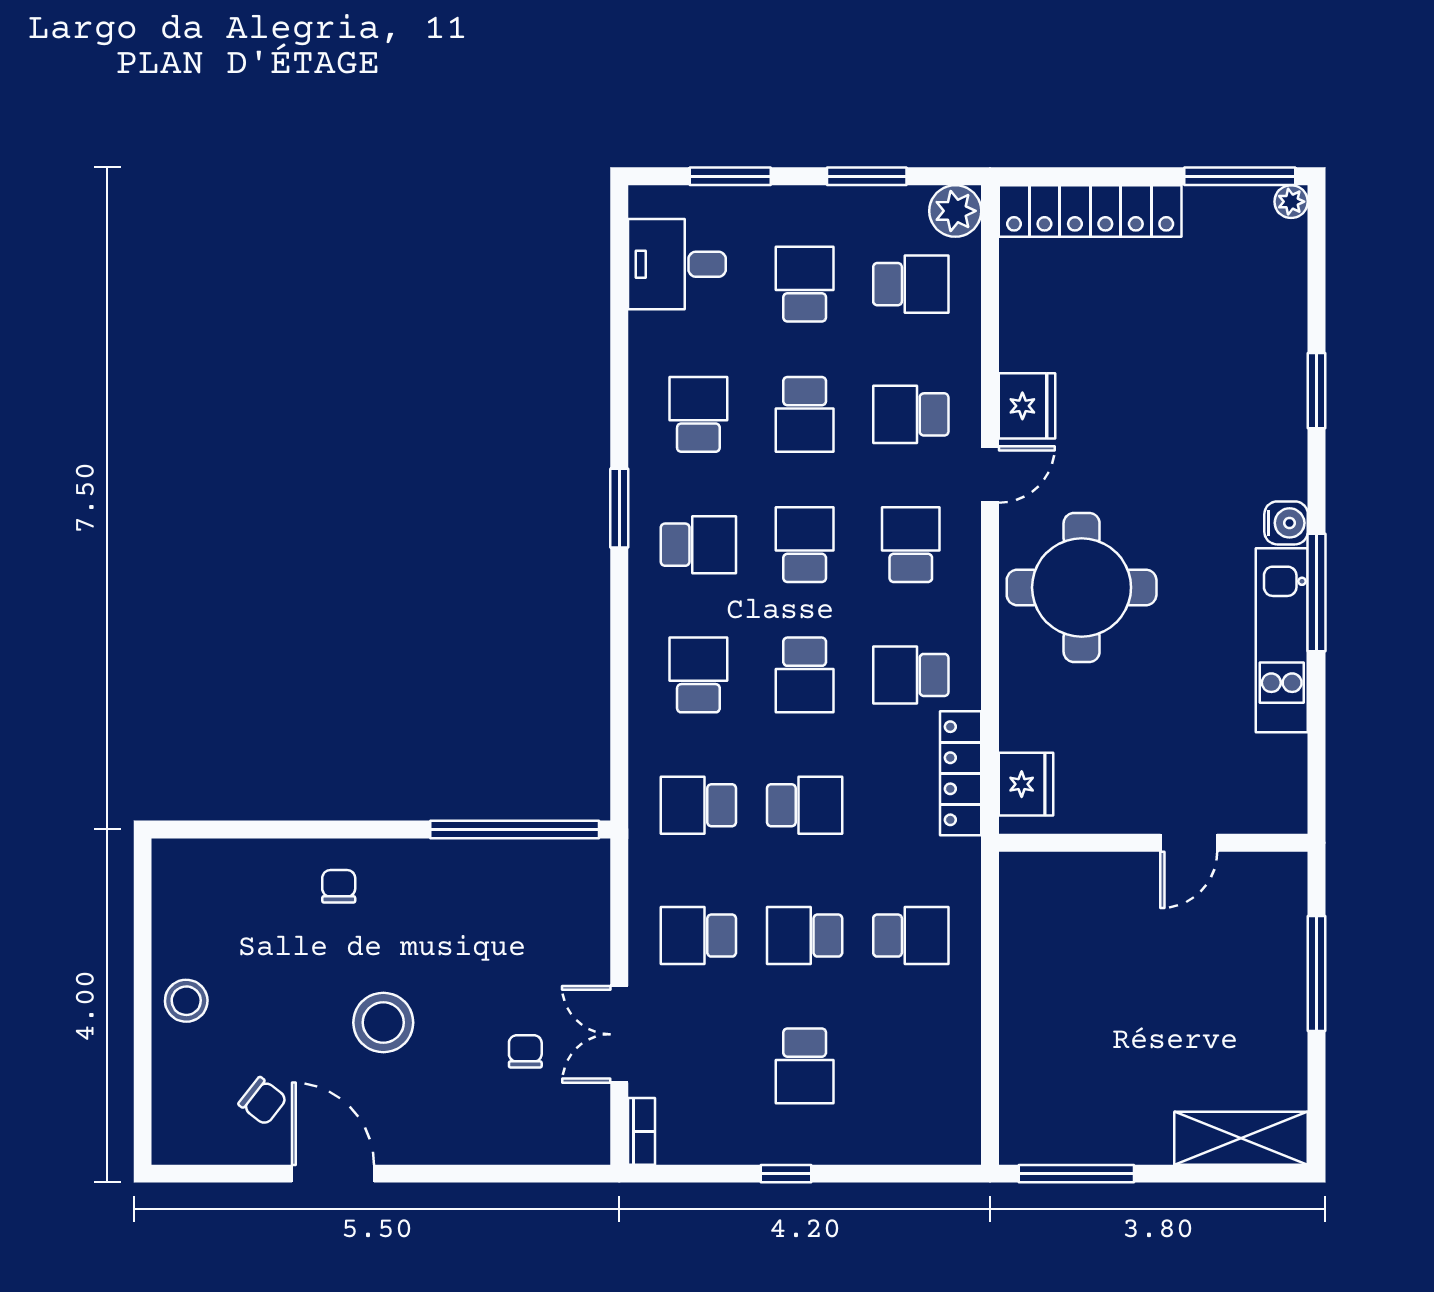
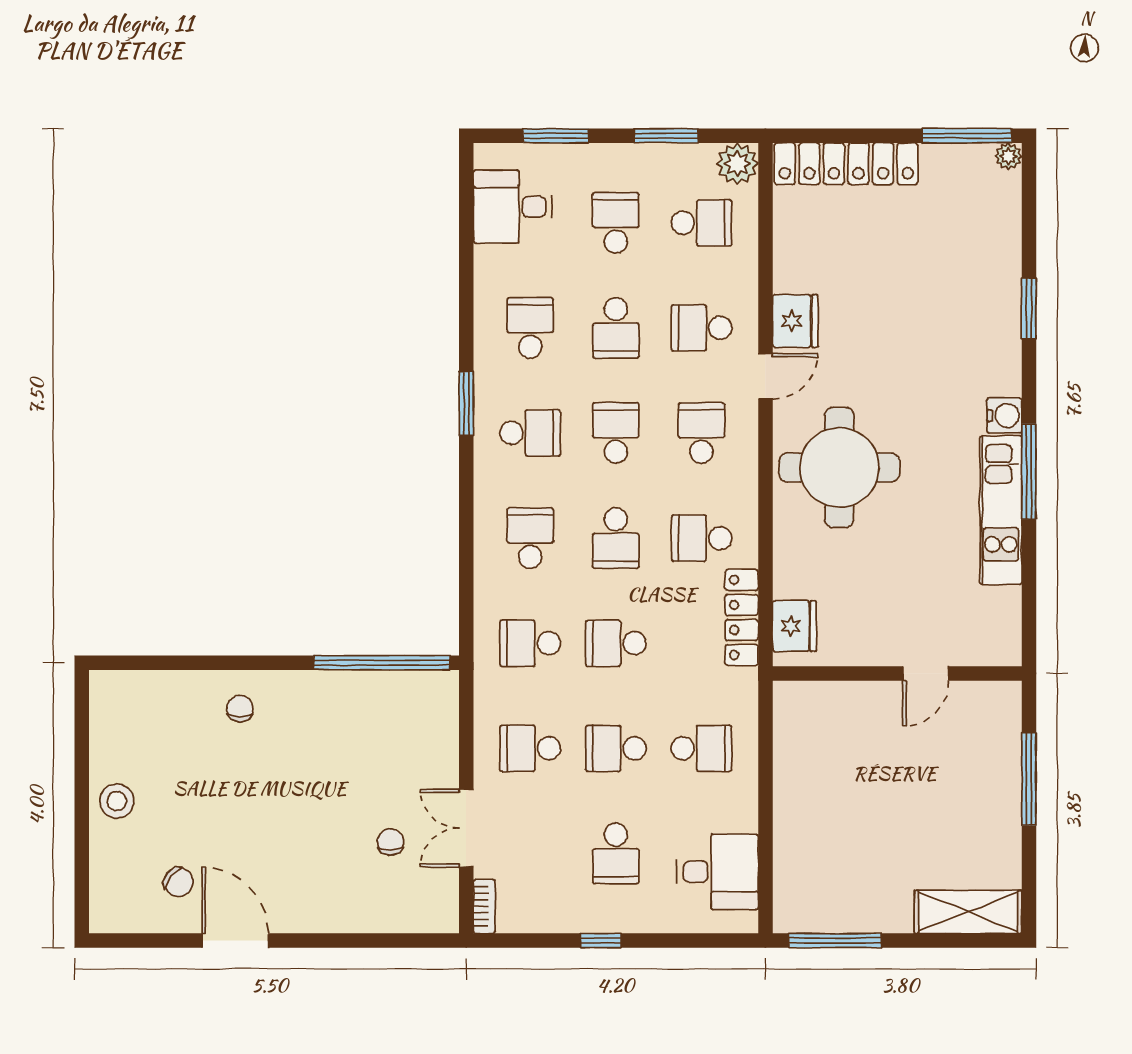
school desk: (805, 805) -> (616, 643), turned 180
stool: (383, 1023) -> (276, 819), removed
desk: (931, 1088) -> (718, 872), added

